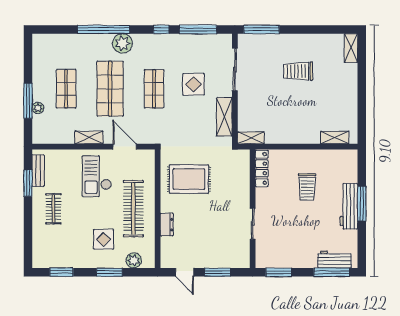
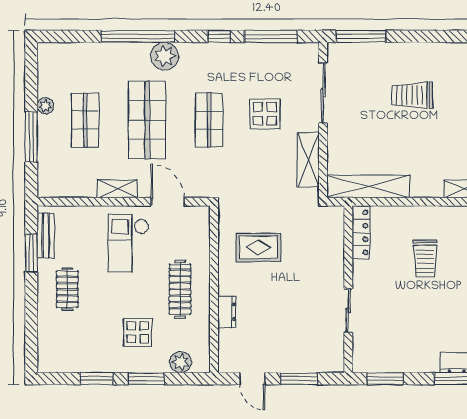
plant: (38, 108) -> (45, 106), moved
shelving: (251, 138) -> (368, 186), width x2.20, depth x1.33
rug: (189, 179) -> (258, 247), width x0.73, depth x0.70
clothes rail: (133, 209) -> (180, 289), width x0.73, depth x0.76
window: (62, 272) -> (96, 379), moved

